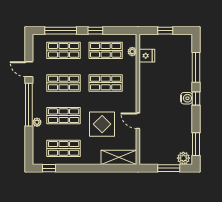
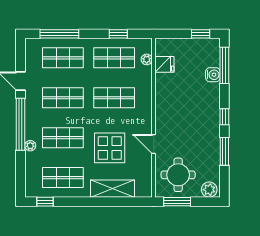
window: (95, 31) -> (118, 34), moved
window: (165, 31) -> (201, 34), moved
window: (196, 67) -> (224, 65), moved
water cooler: (187, 98) -> (213, 75), moved
window: (196, 144) -> (224, 151), moved
round table: (158, 146) -> (178, 175), added
shelving: (119, 157) -> (112, 189), moved
window: (169, 168) -> (177, 202), moved

